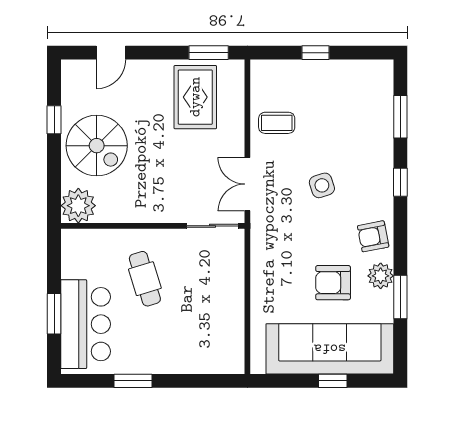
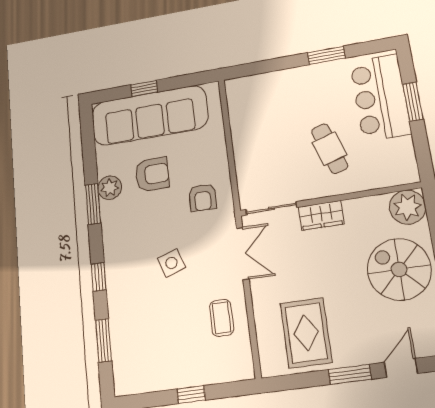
window: (209, 53) -> (350, 374), moved
coffee table: (277, 123) -> (222, 318), turned 90
wardrobe: (164, 211) -> (321, 215), added
armchair: (373, 236) -> (203, 198), moved, turned 102
window: (400, 297) -> (93, 204), moved

